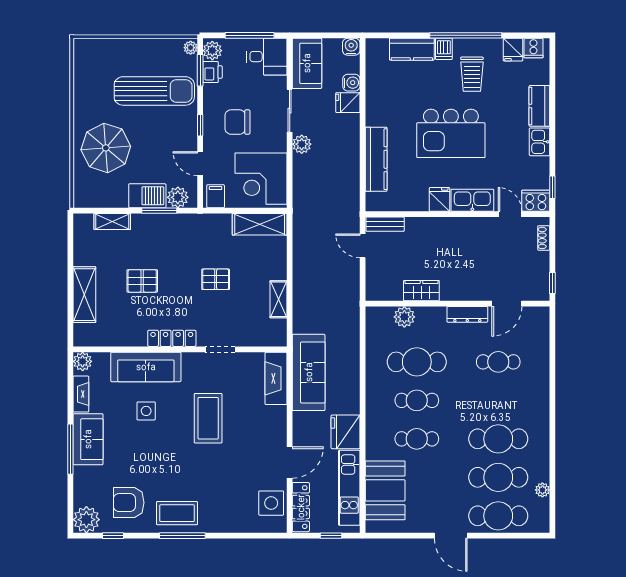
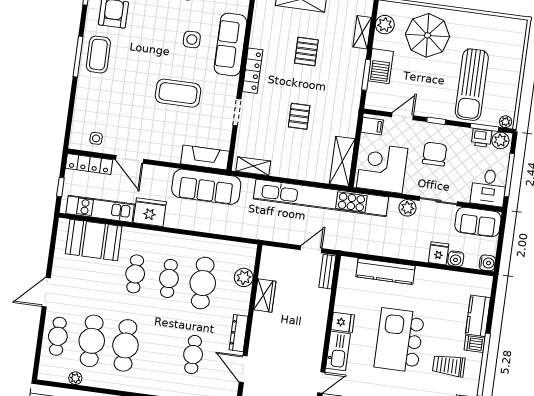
plant: (178, 197) -> (385, 25), moved
kitchen unit: (304, 243) -> (321, 198), added
shelving: (278, 299) -> (253, 166), moved
side table: (271, 503) -> (96, 138), width x0.54, depth x0.54
cafe table: (498, 516) -> (58, 336), width x0.73, depth x0.74

